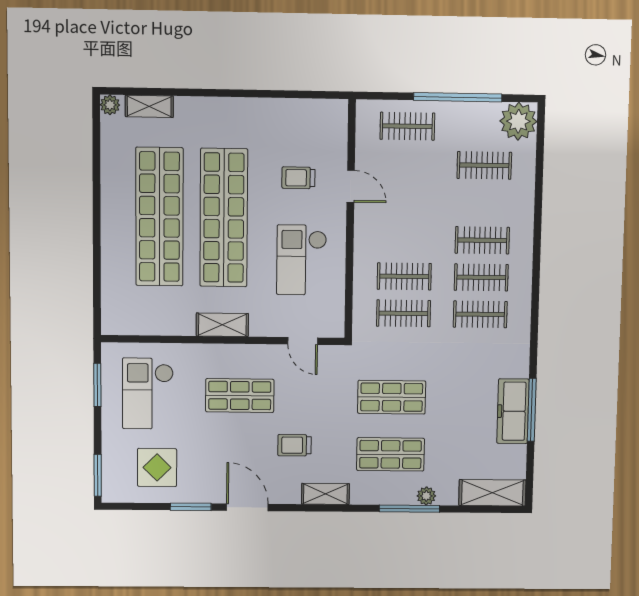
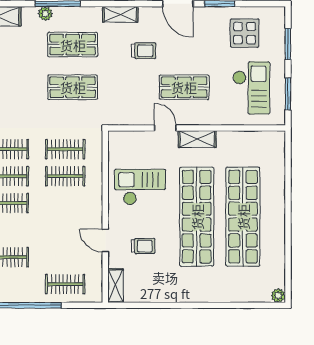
shelving: (149, 106) -> (116, 286), moved, turned 90
checkout: (302, 260) -> (140, 187), turned -90
door: (303, 341) -> (165, 128), moved
window: (98, 475) -> (288, 44), moved

